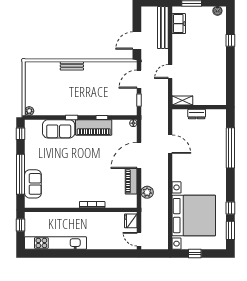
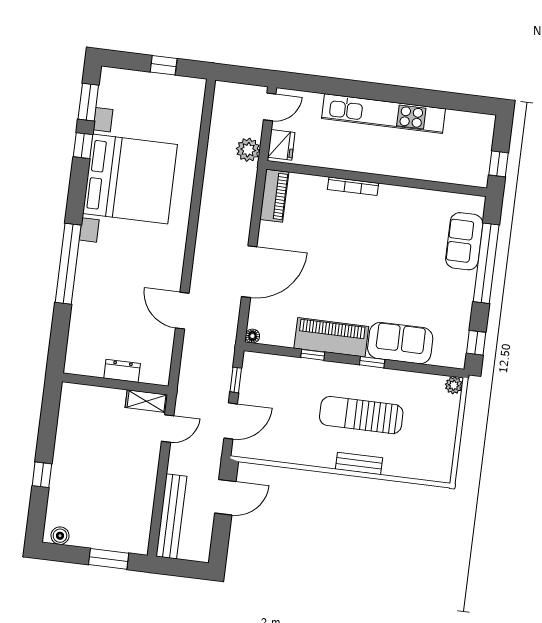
freezer: (179, 24) -> (139, 520), removed
sun lounger: (74, 90) -> (361, 415), added
shelving: (182, 100) -> (146, 401), moved
wall: (199, 107) -> (115, 384), moved
dresser: (197, 114) -> (122, 371), moved
door: (170, 144) -> (182, 311), moved
piano: (131, 181) -> (274, 196), moved
plant: (147, 192) -> (248, 150), moved
bed with nightstands: (194, 216) -> (130, 179), moved, turned 180
door: (139, 239) -> (270, 107), hinge flipped
kitchen unit: (55, 243) -> (384, 114), moved

